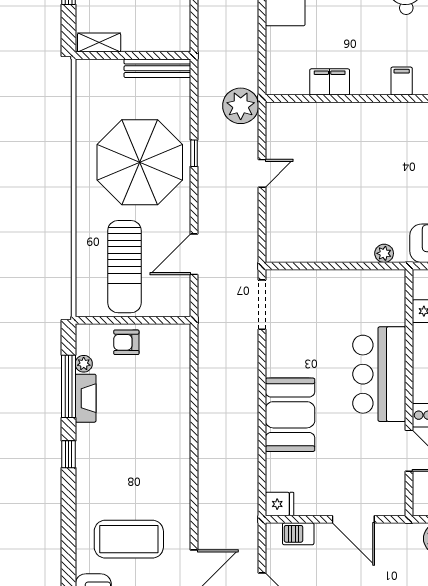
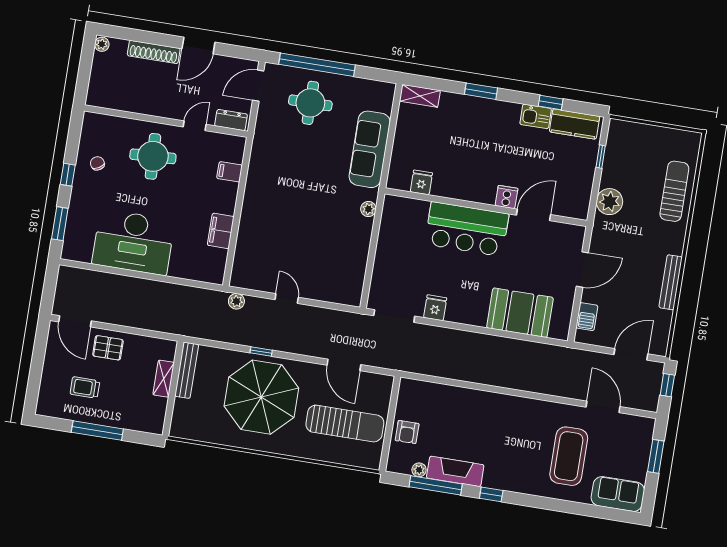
shelving: (99, 43) -> (164, 379), moved
plant: (241, 106) -> (236, 301), width x0.53, depth x0.53
fireplace: (86, 398) -> (455, 471), width x1.37, depth x1.32
booth: (290, 415) -> (520, 313), moved
fridge: (280, 504) -> (435, 308), moved

